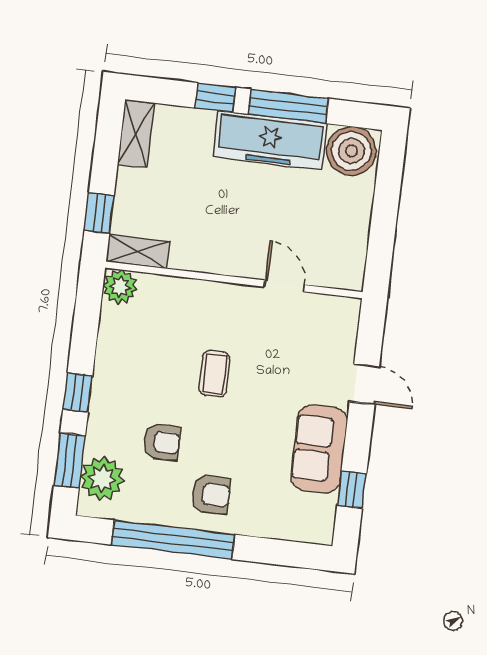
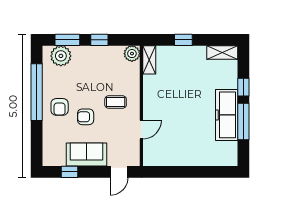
boiler: (351, 151) -> (226, 153), removed
shelving: (138, 251) -> (149, 60), moved
wall: (234, 280) -> (141, 106), moved
door: (284, 286) -> (141, 129), moved
plant: (120, 287) -> (132, 54), moved
armchair: (162, 442) -> (86, 117), moved, turned 90

